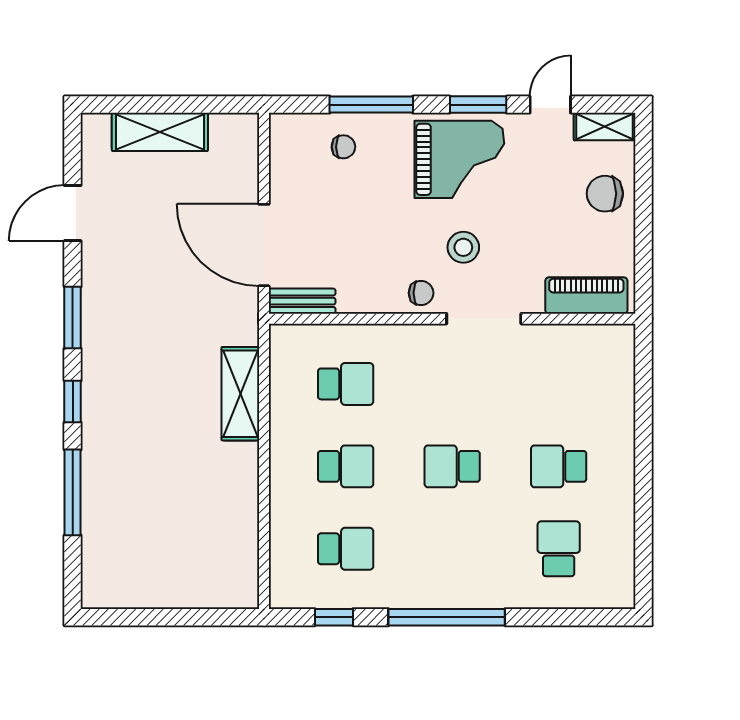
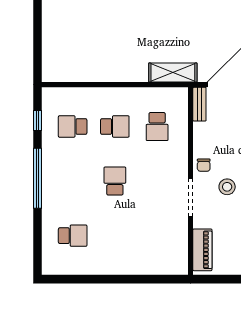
shelving: (240, 394) -> (173, 73), moved
school desk: (346, 466) -> (115, 126), turned -90
school desk: (559, 466) -> (115, 236), removed
school desk: (346, 549) -> (73, 126), turned 90

